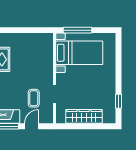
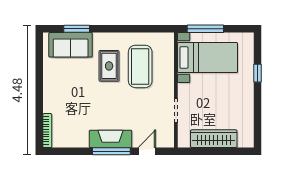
coffee table: (34, 98) -> (140, 66), moved, width x1.86, depth x1.72
window: (118, 101) -> (258, 73), moved

